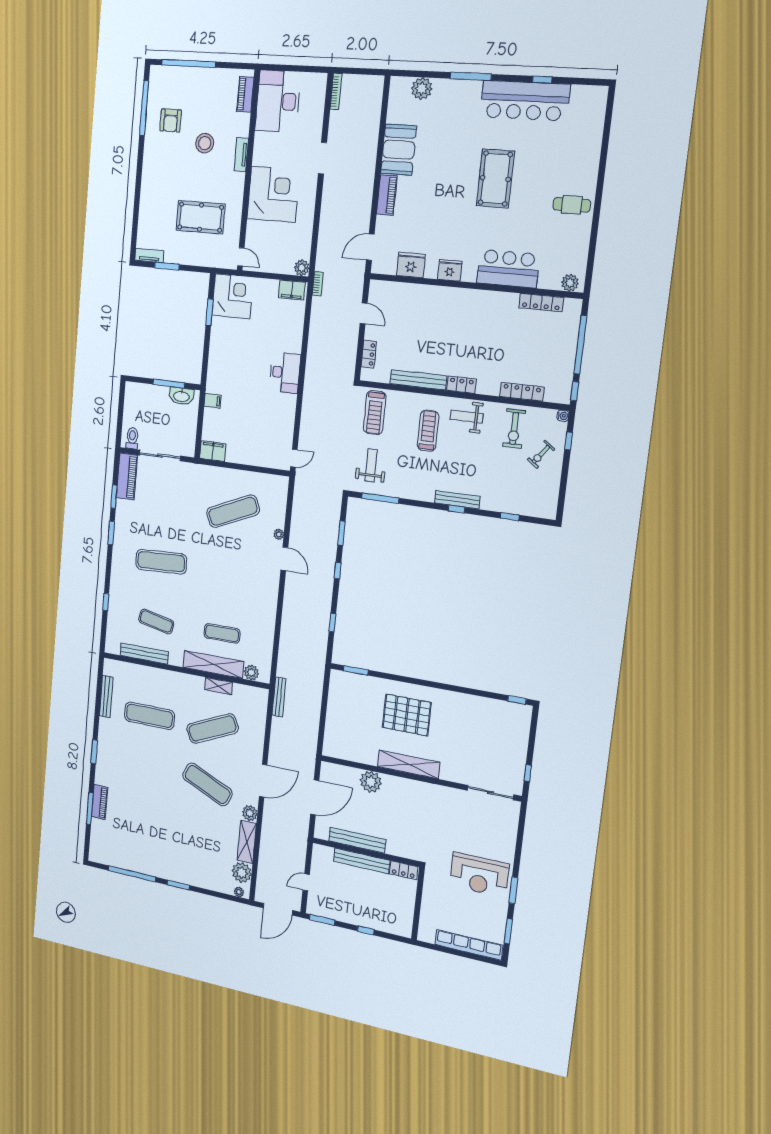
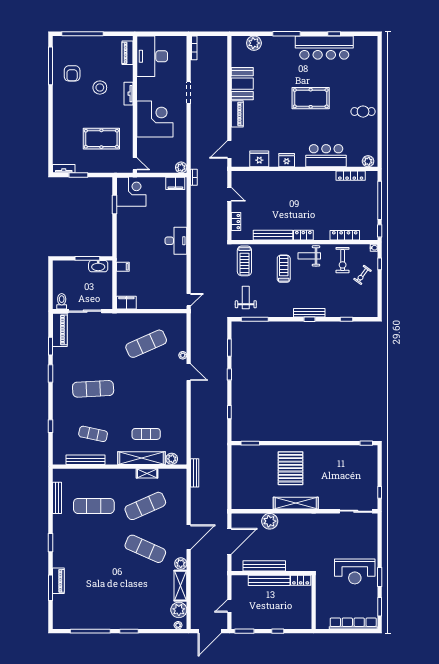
pool table: (495, 179) -> (311, 98), turned 90
pallet: (407, 715) -> (290, 468), turned 90

